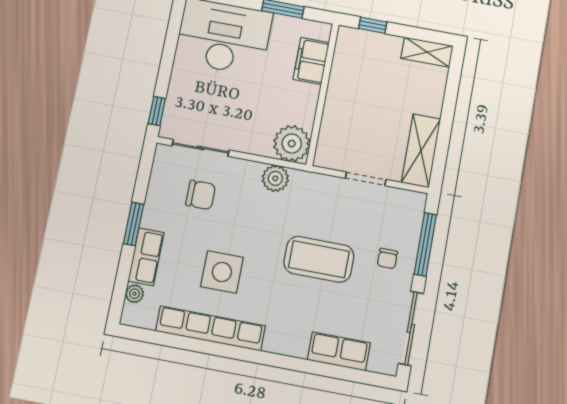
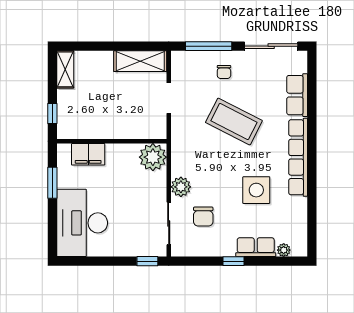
plant: (275, 178) -> (181, 187), moved
chair: (201, 195) -> (203, 217), turned 180
window: (134, 224) -> (234, 261), width x0.67
chair: (387, 258) -> (224, 72), turned 90
coffee table: (319, 259) -> (234, 122), turned -63
row of seats: (210, 328) -> (298, 157), moved

